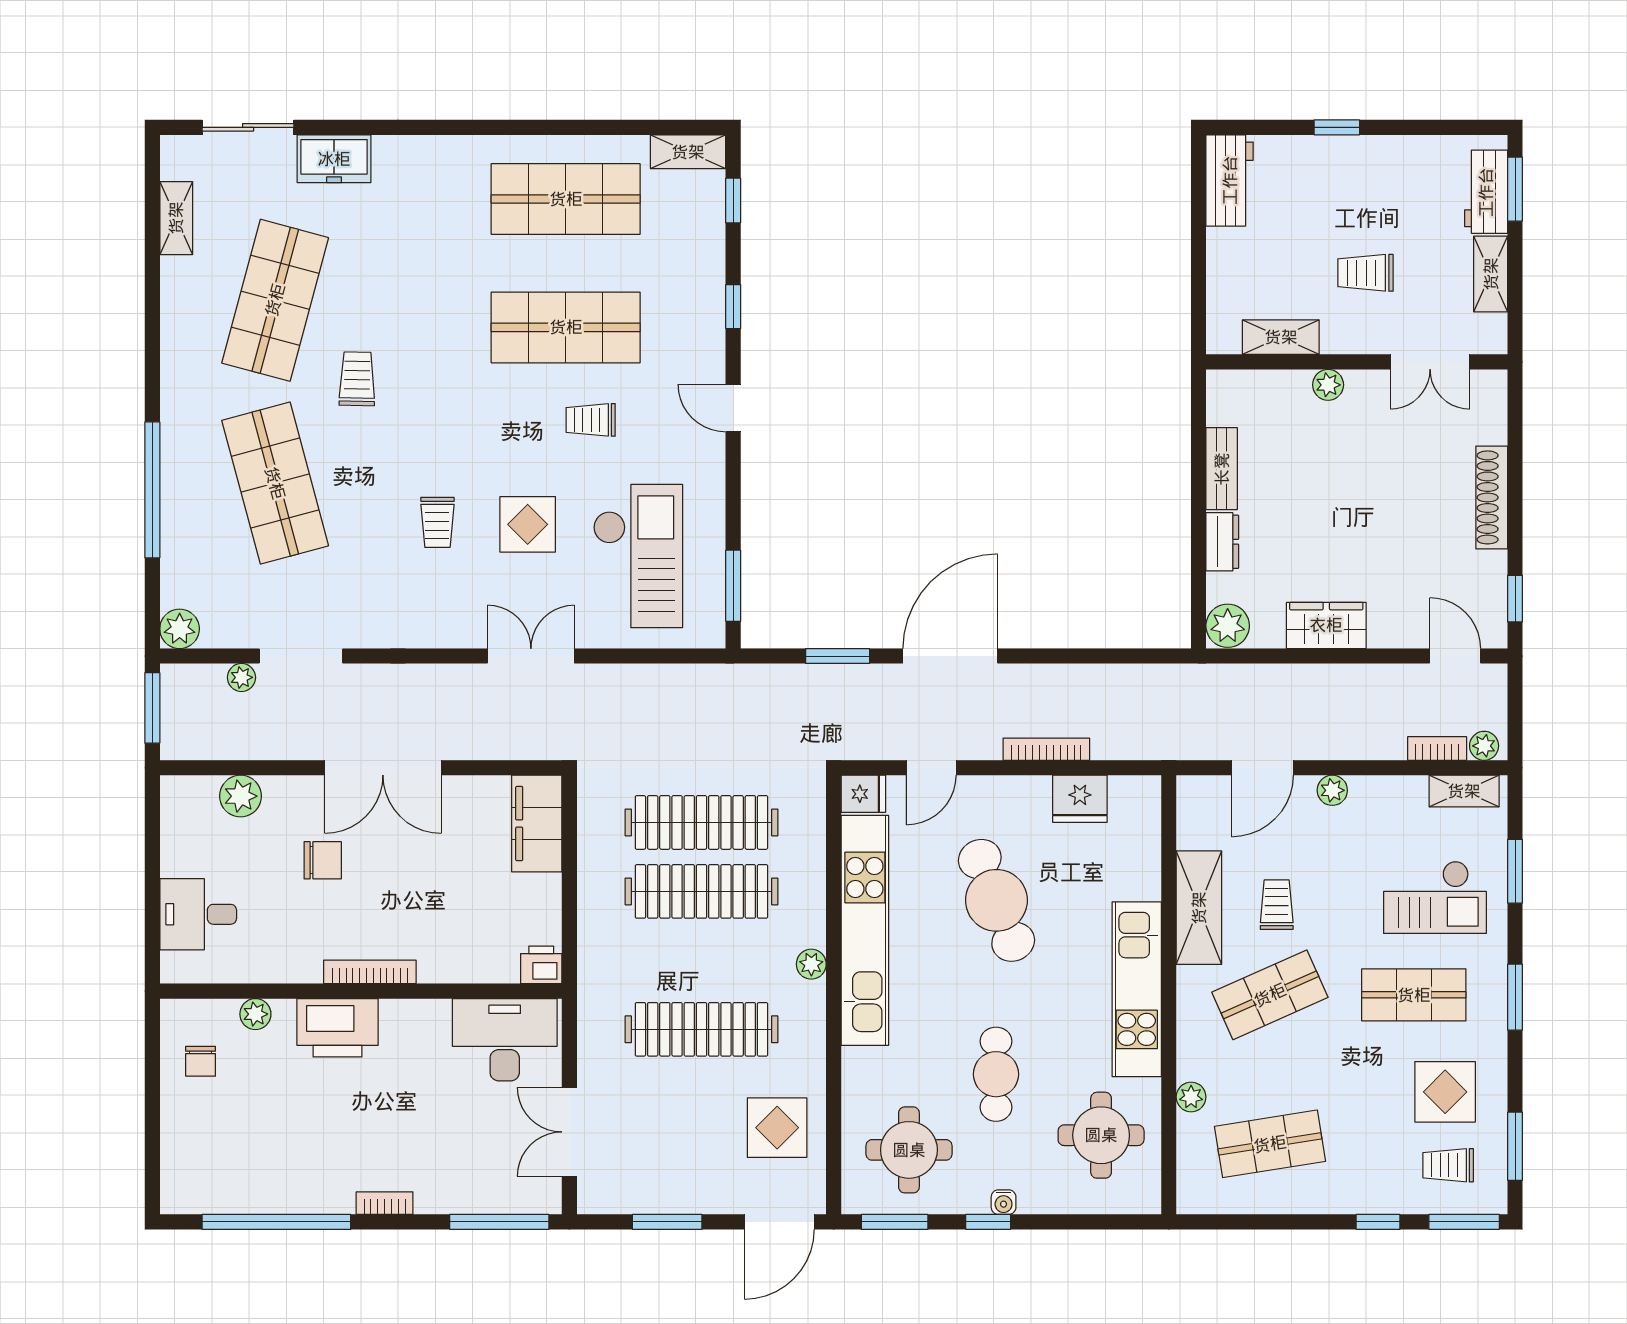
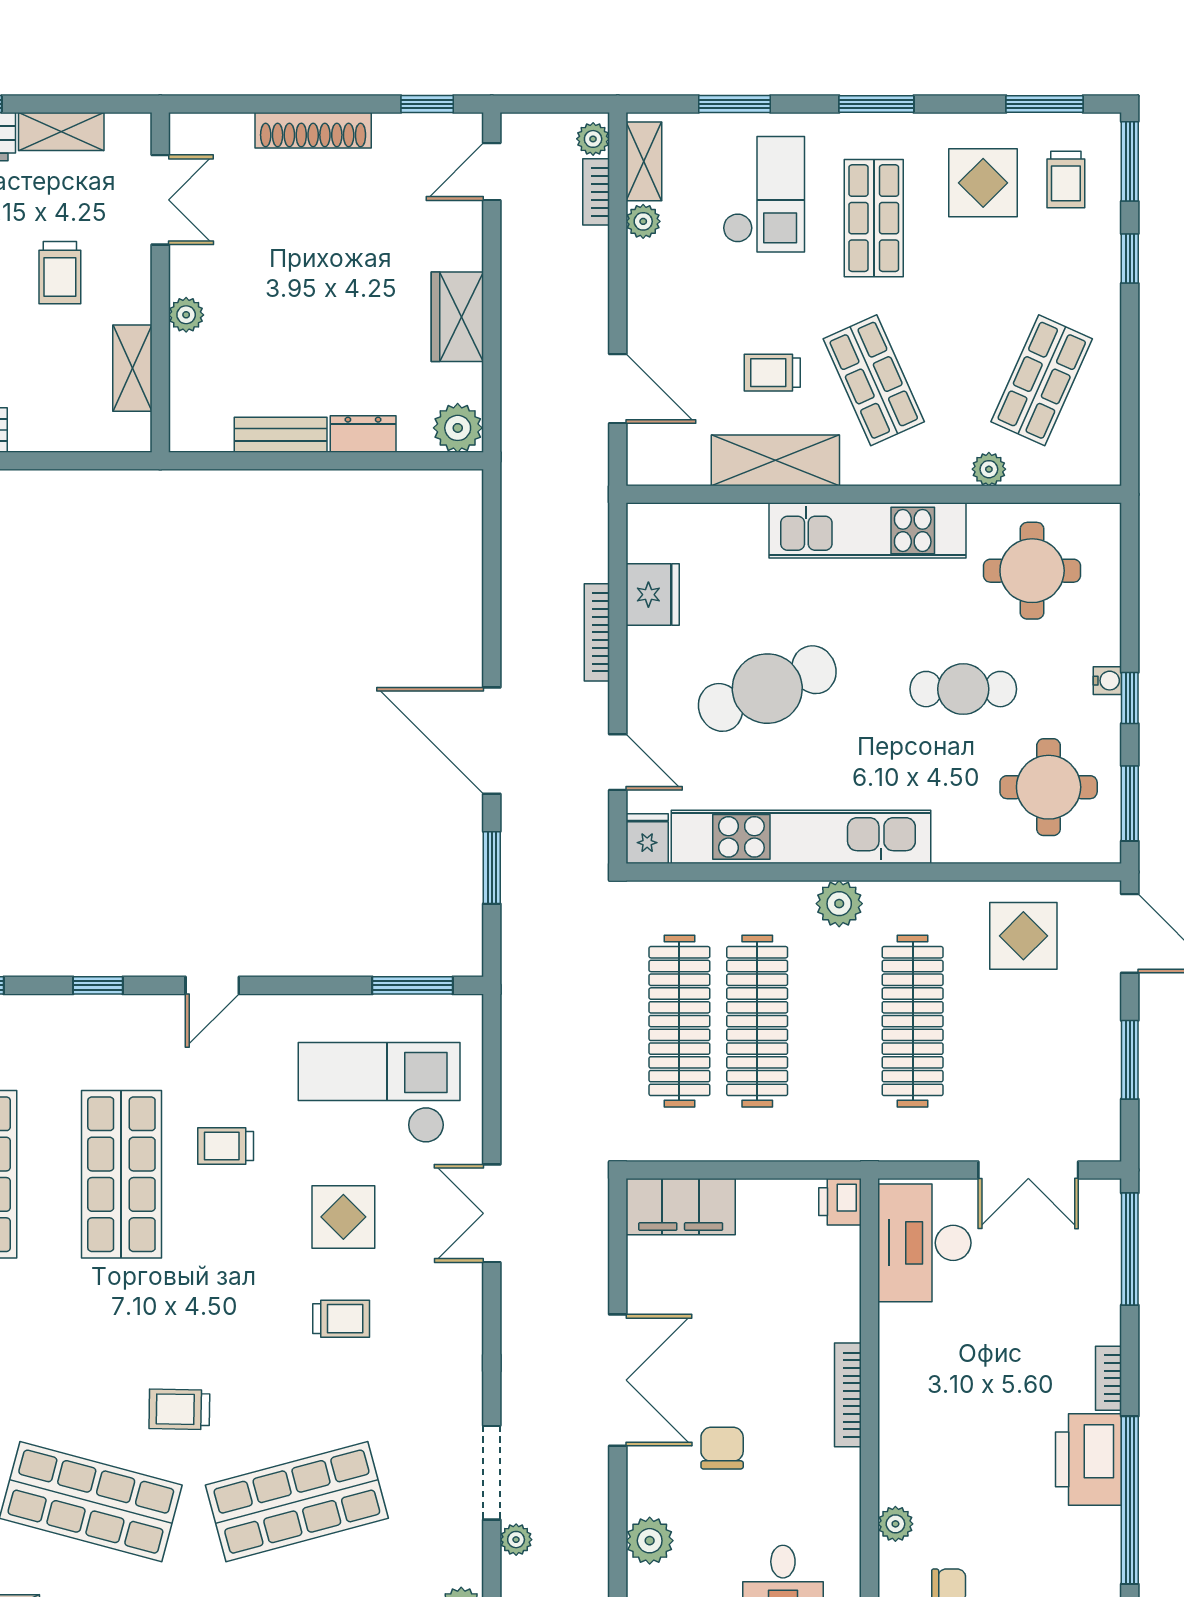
trolley: (591, 420) -> (226, 1146), turned 90
plant: (1332, 790) -> (643, 221), moved
plant: (811, 964) -> (839, 904), width x1.38, depth x1.38
printer: (338, 1028) -> (1088, 1459), moved, turned 180
shop shelf: (1270, 1144) -> (1042, 380), turned 33

